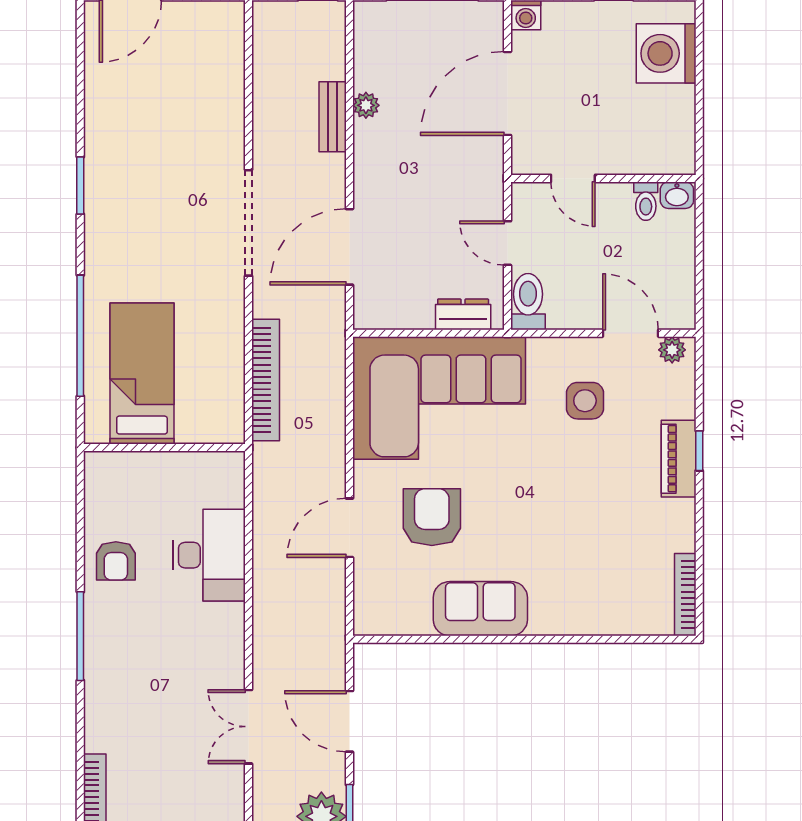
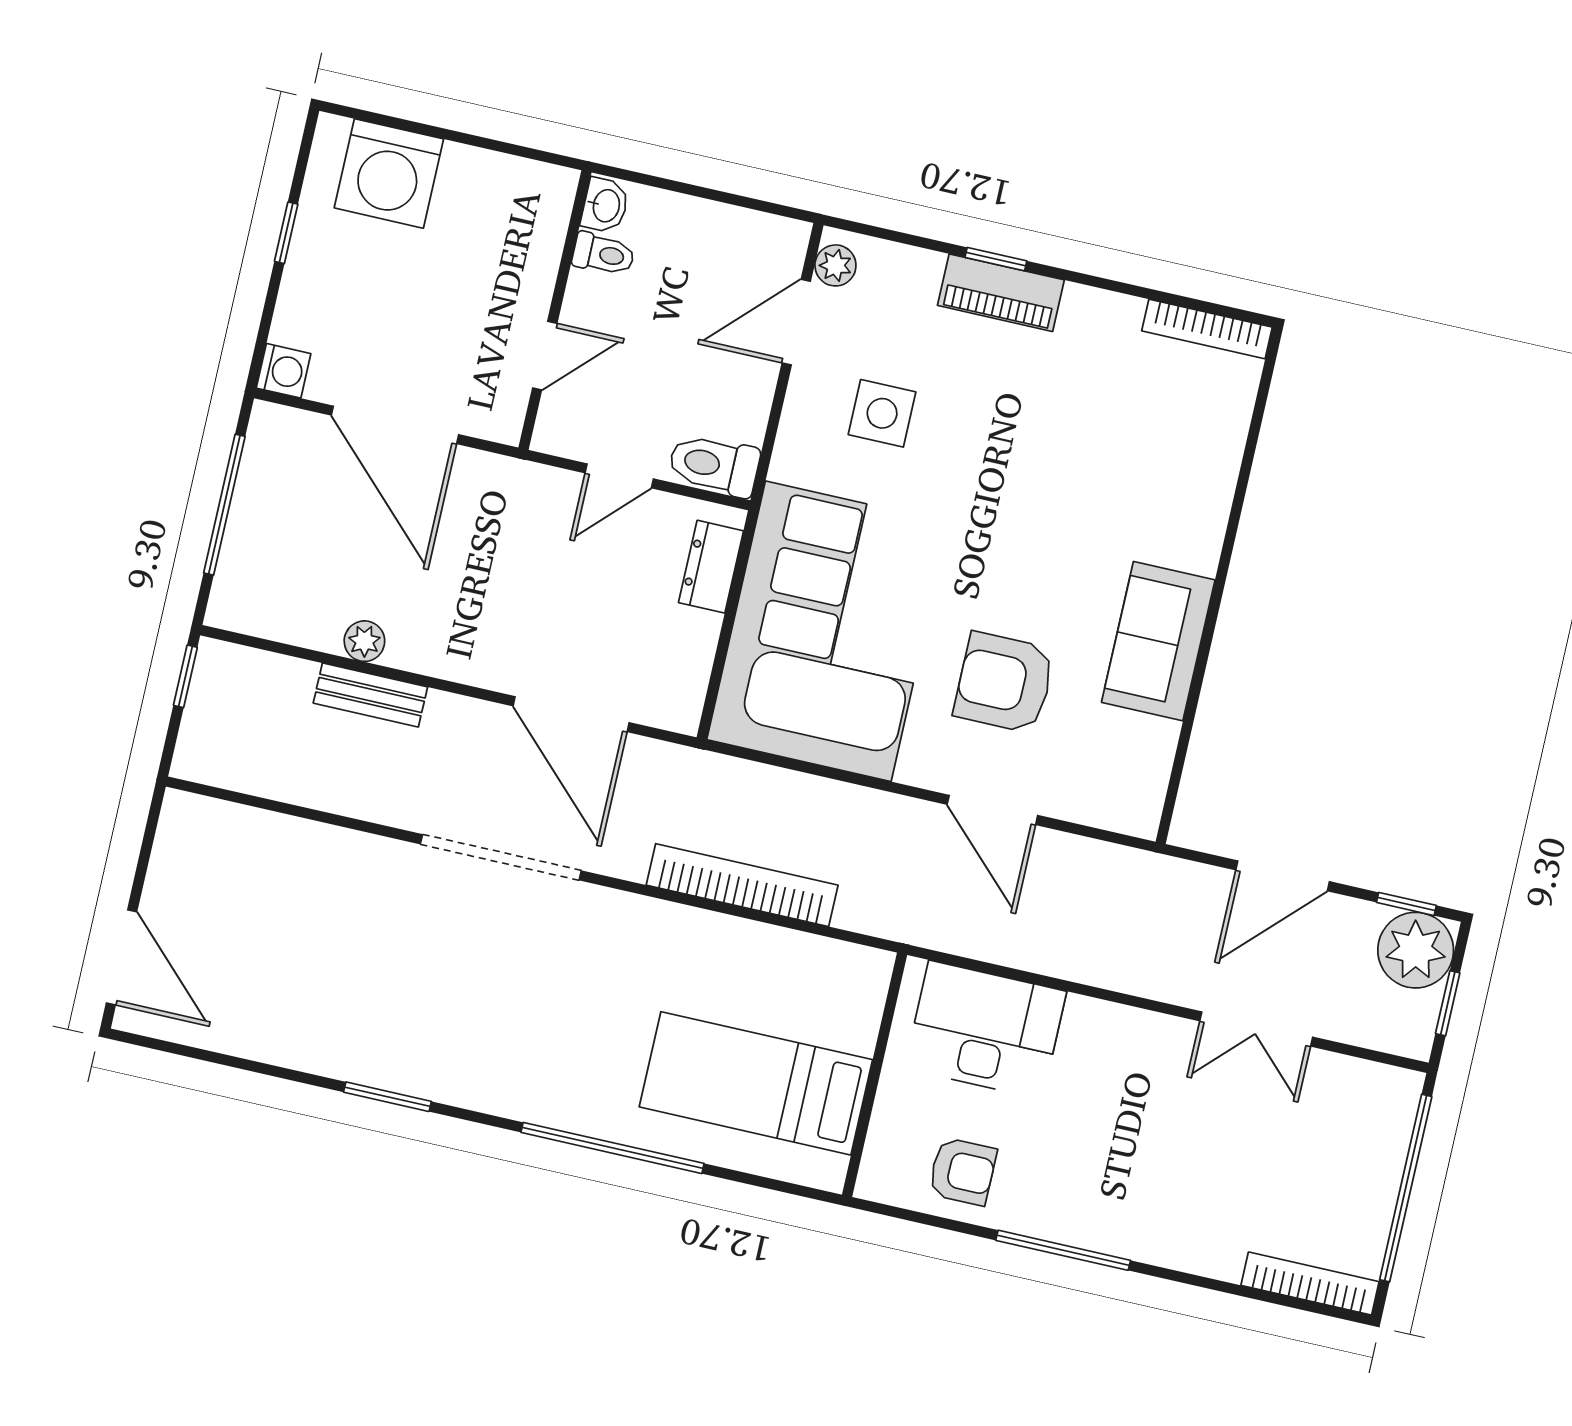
bed: (142, 373) -> (756, 1083), moved
wall: (164, 447) -> (875, 1075), moved

